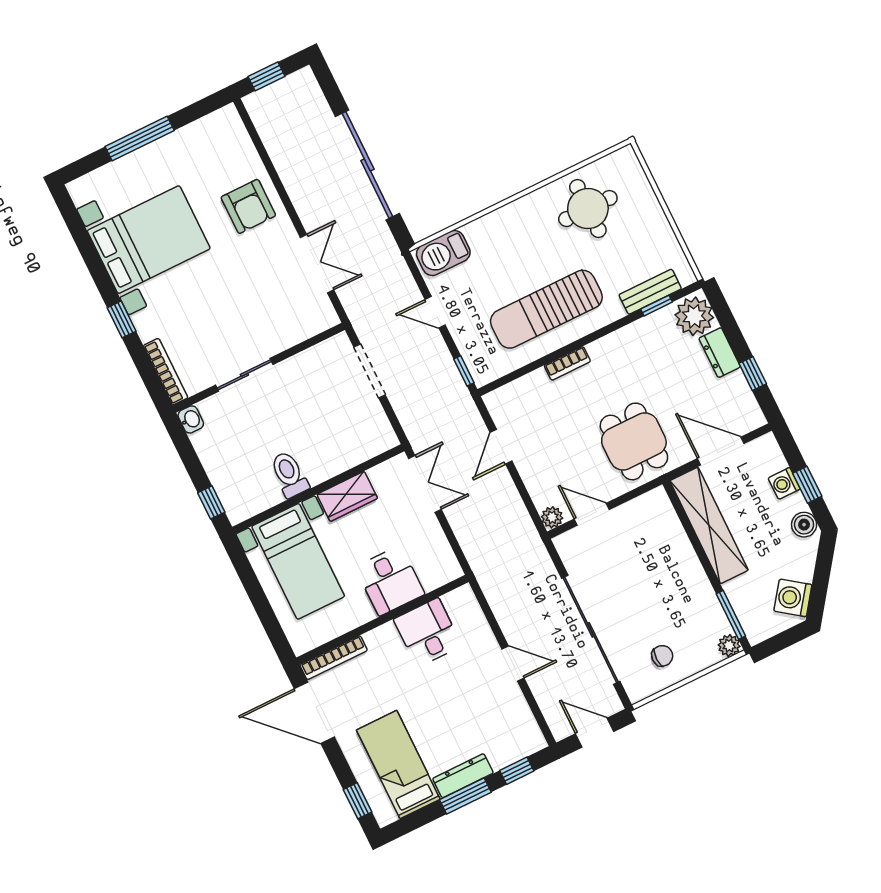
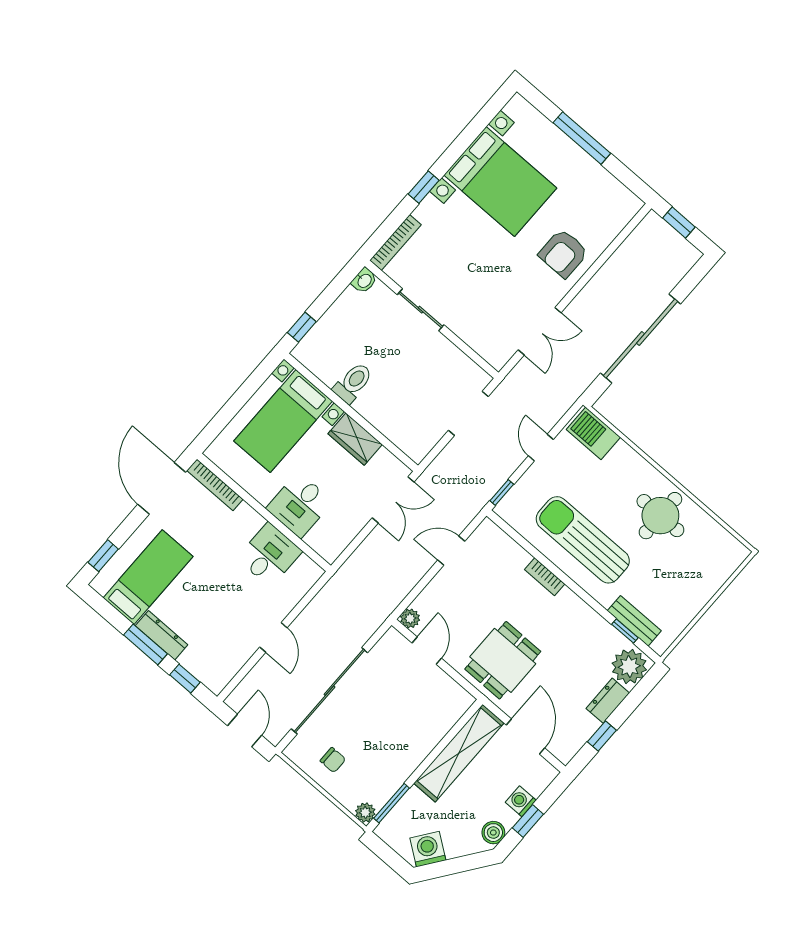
round table: (588, 209) -> (660, 516), moved

